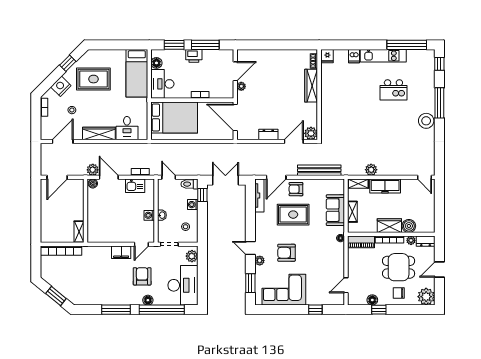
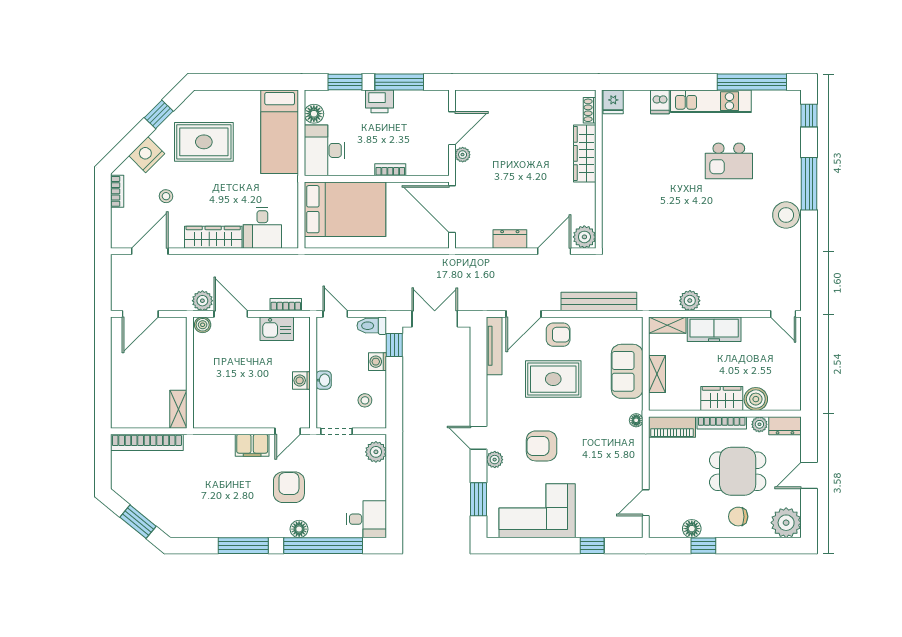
armchair: (296, 189) -> (558, 335), turned 180
desk: (183, 285) -> (366, 519), width x0.53, depth x0.77

